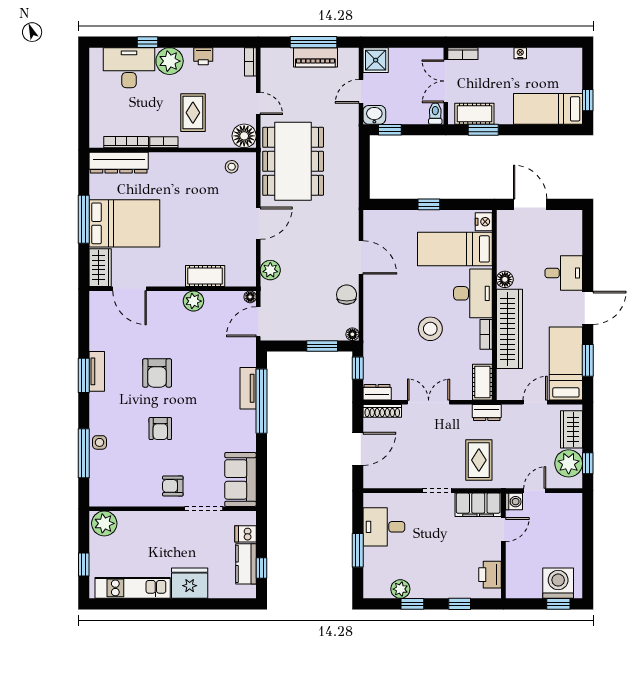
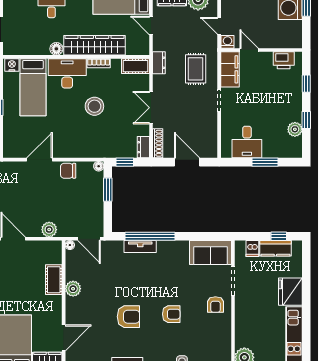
rug: (479, 460) -> (196, 69), turned 90

